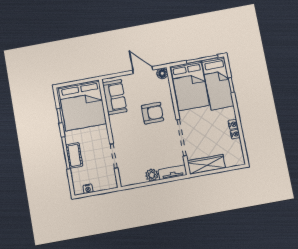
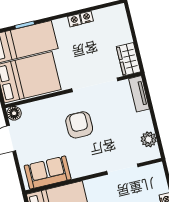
armchair: (153, 113) -> (79, 125), moved
wardrobe: (206, 164) -> (128, 59), width x0.67
plant: (152, 175) -> (149, 139), moved

